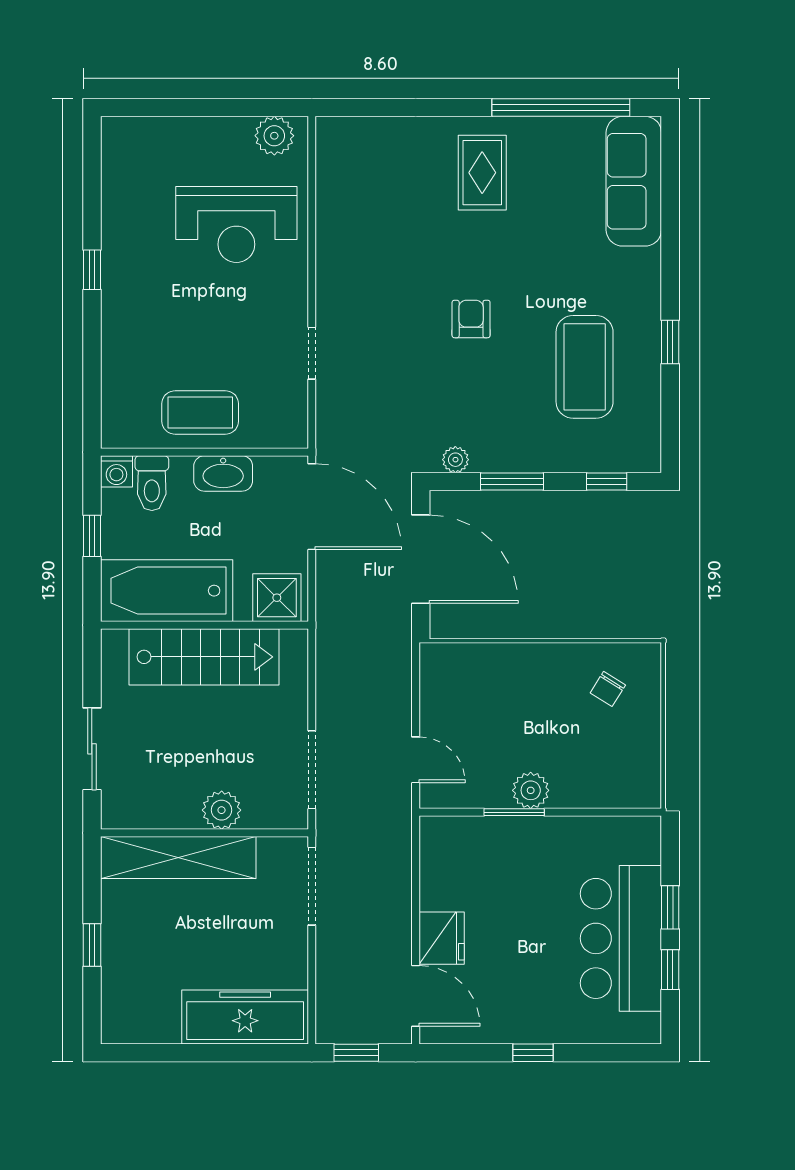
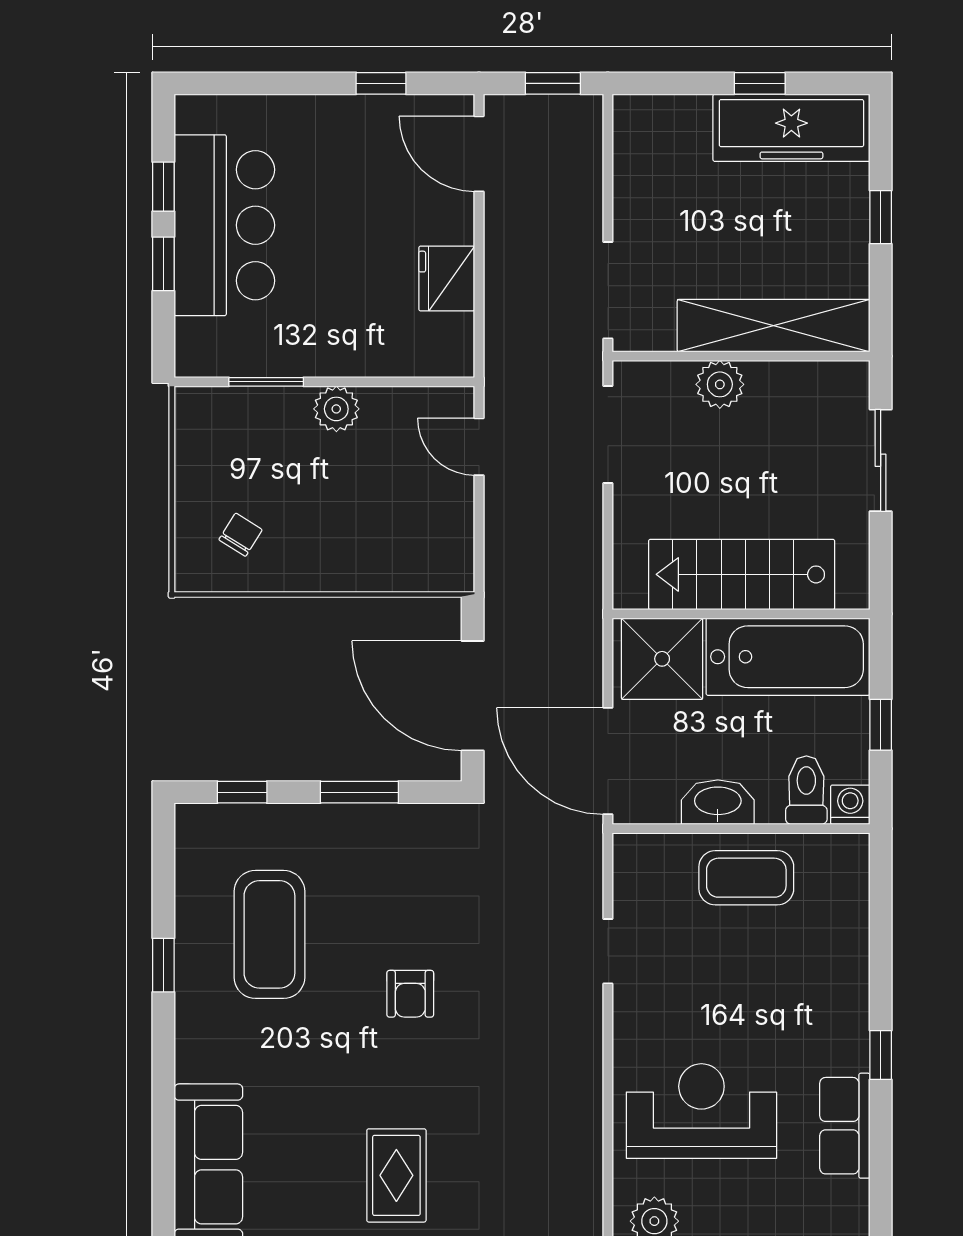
row of seats: (121, 213) -> (845, 1126), added
plant: (455, 460) -> (430, 819), removed
shower: (277, 598) -> (662, 659), width x1.36, depth x1.36
window: (514, 812) -> (266, 382), moved
fridge: (442, 938) -> (447, 278), moved
freezer: (245, 1017) -> (791, 128), moved
window: (189, 1053) -> (760, 83), added
window: (533, 1053) -> (381, 83), moved

